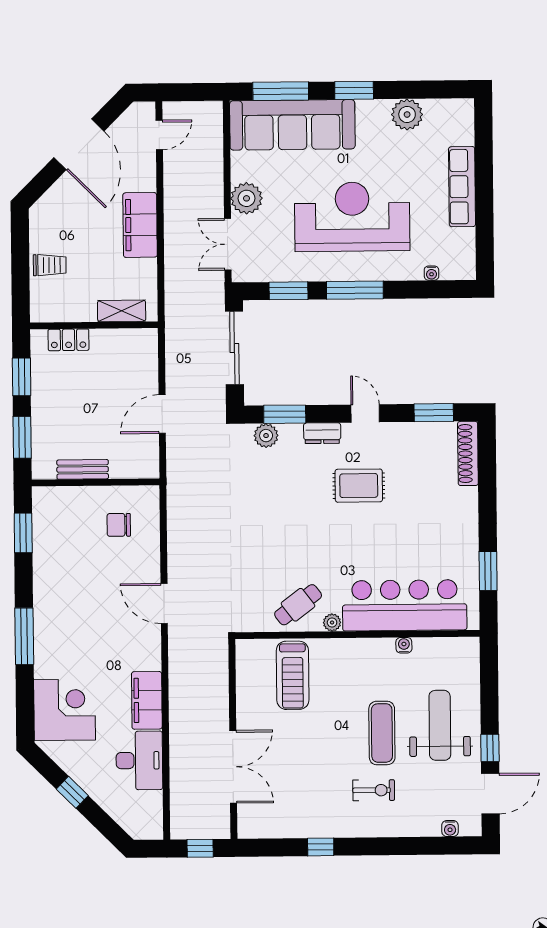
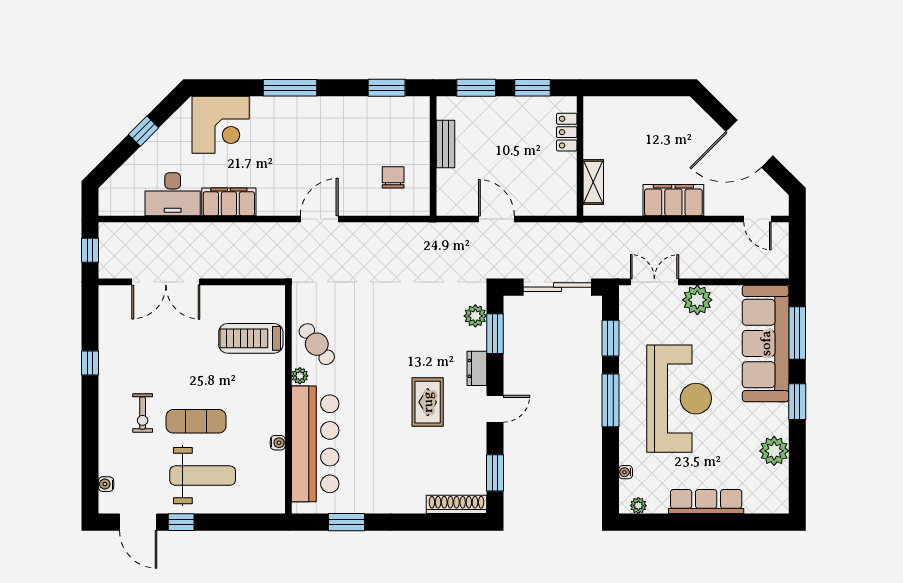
plant: (467, 259) -> (638, 506), added
trolley: (50, 265) -> (637, 115), removed

